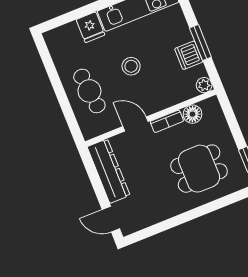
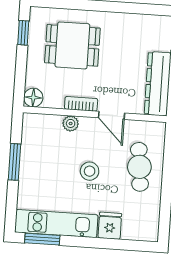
dishwasher: (189, 55) -> (31, 155), removed
plant: (204, 85) -> (71, 123), moved
floor lamp: (192, 114) -> (33, 98), moved

